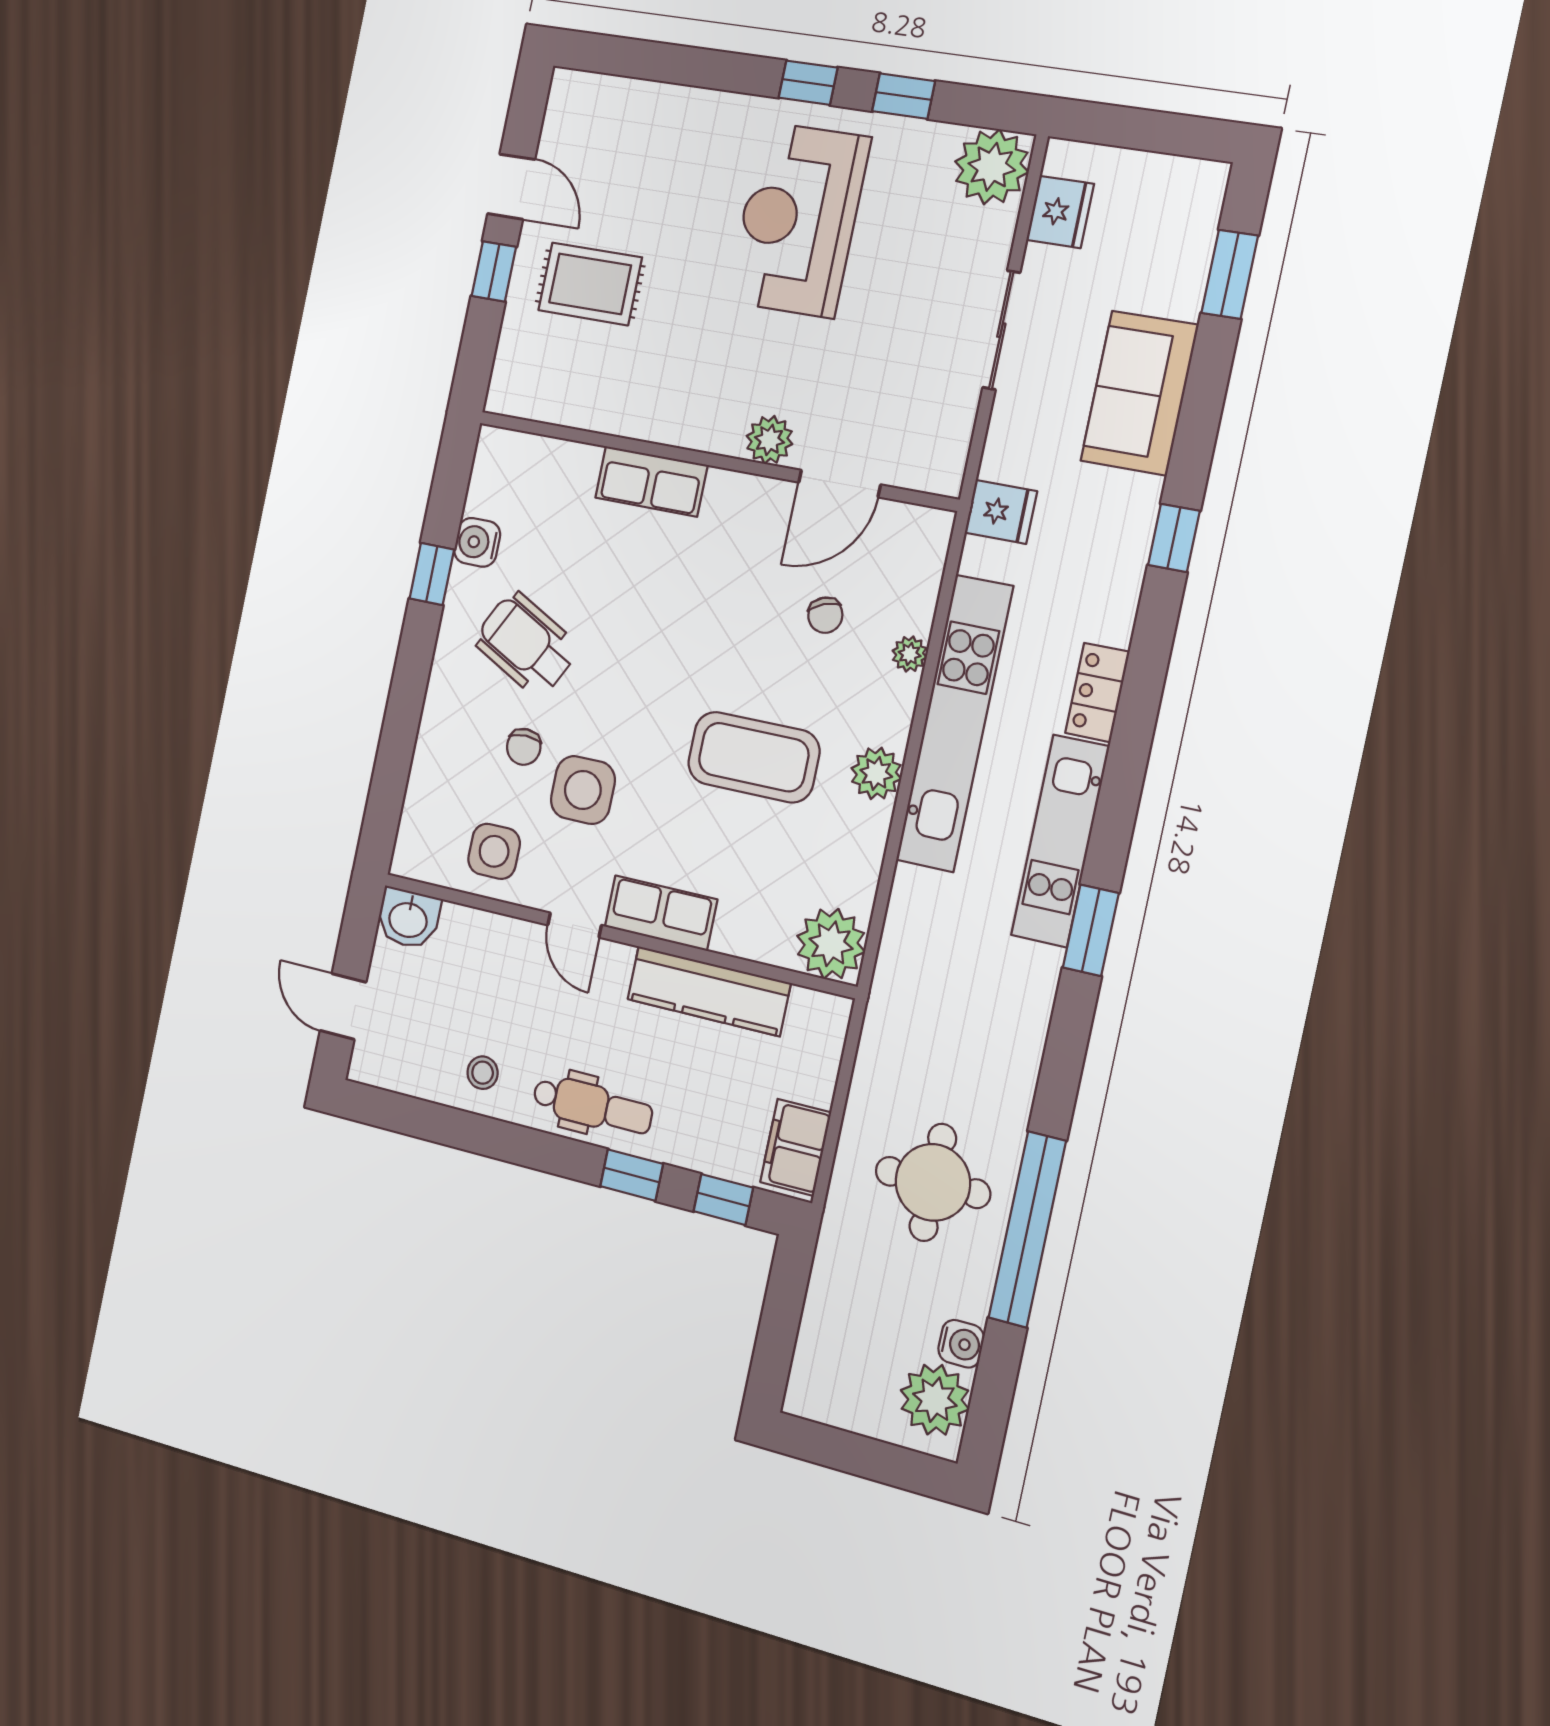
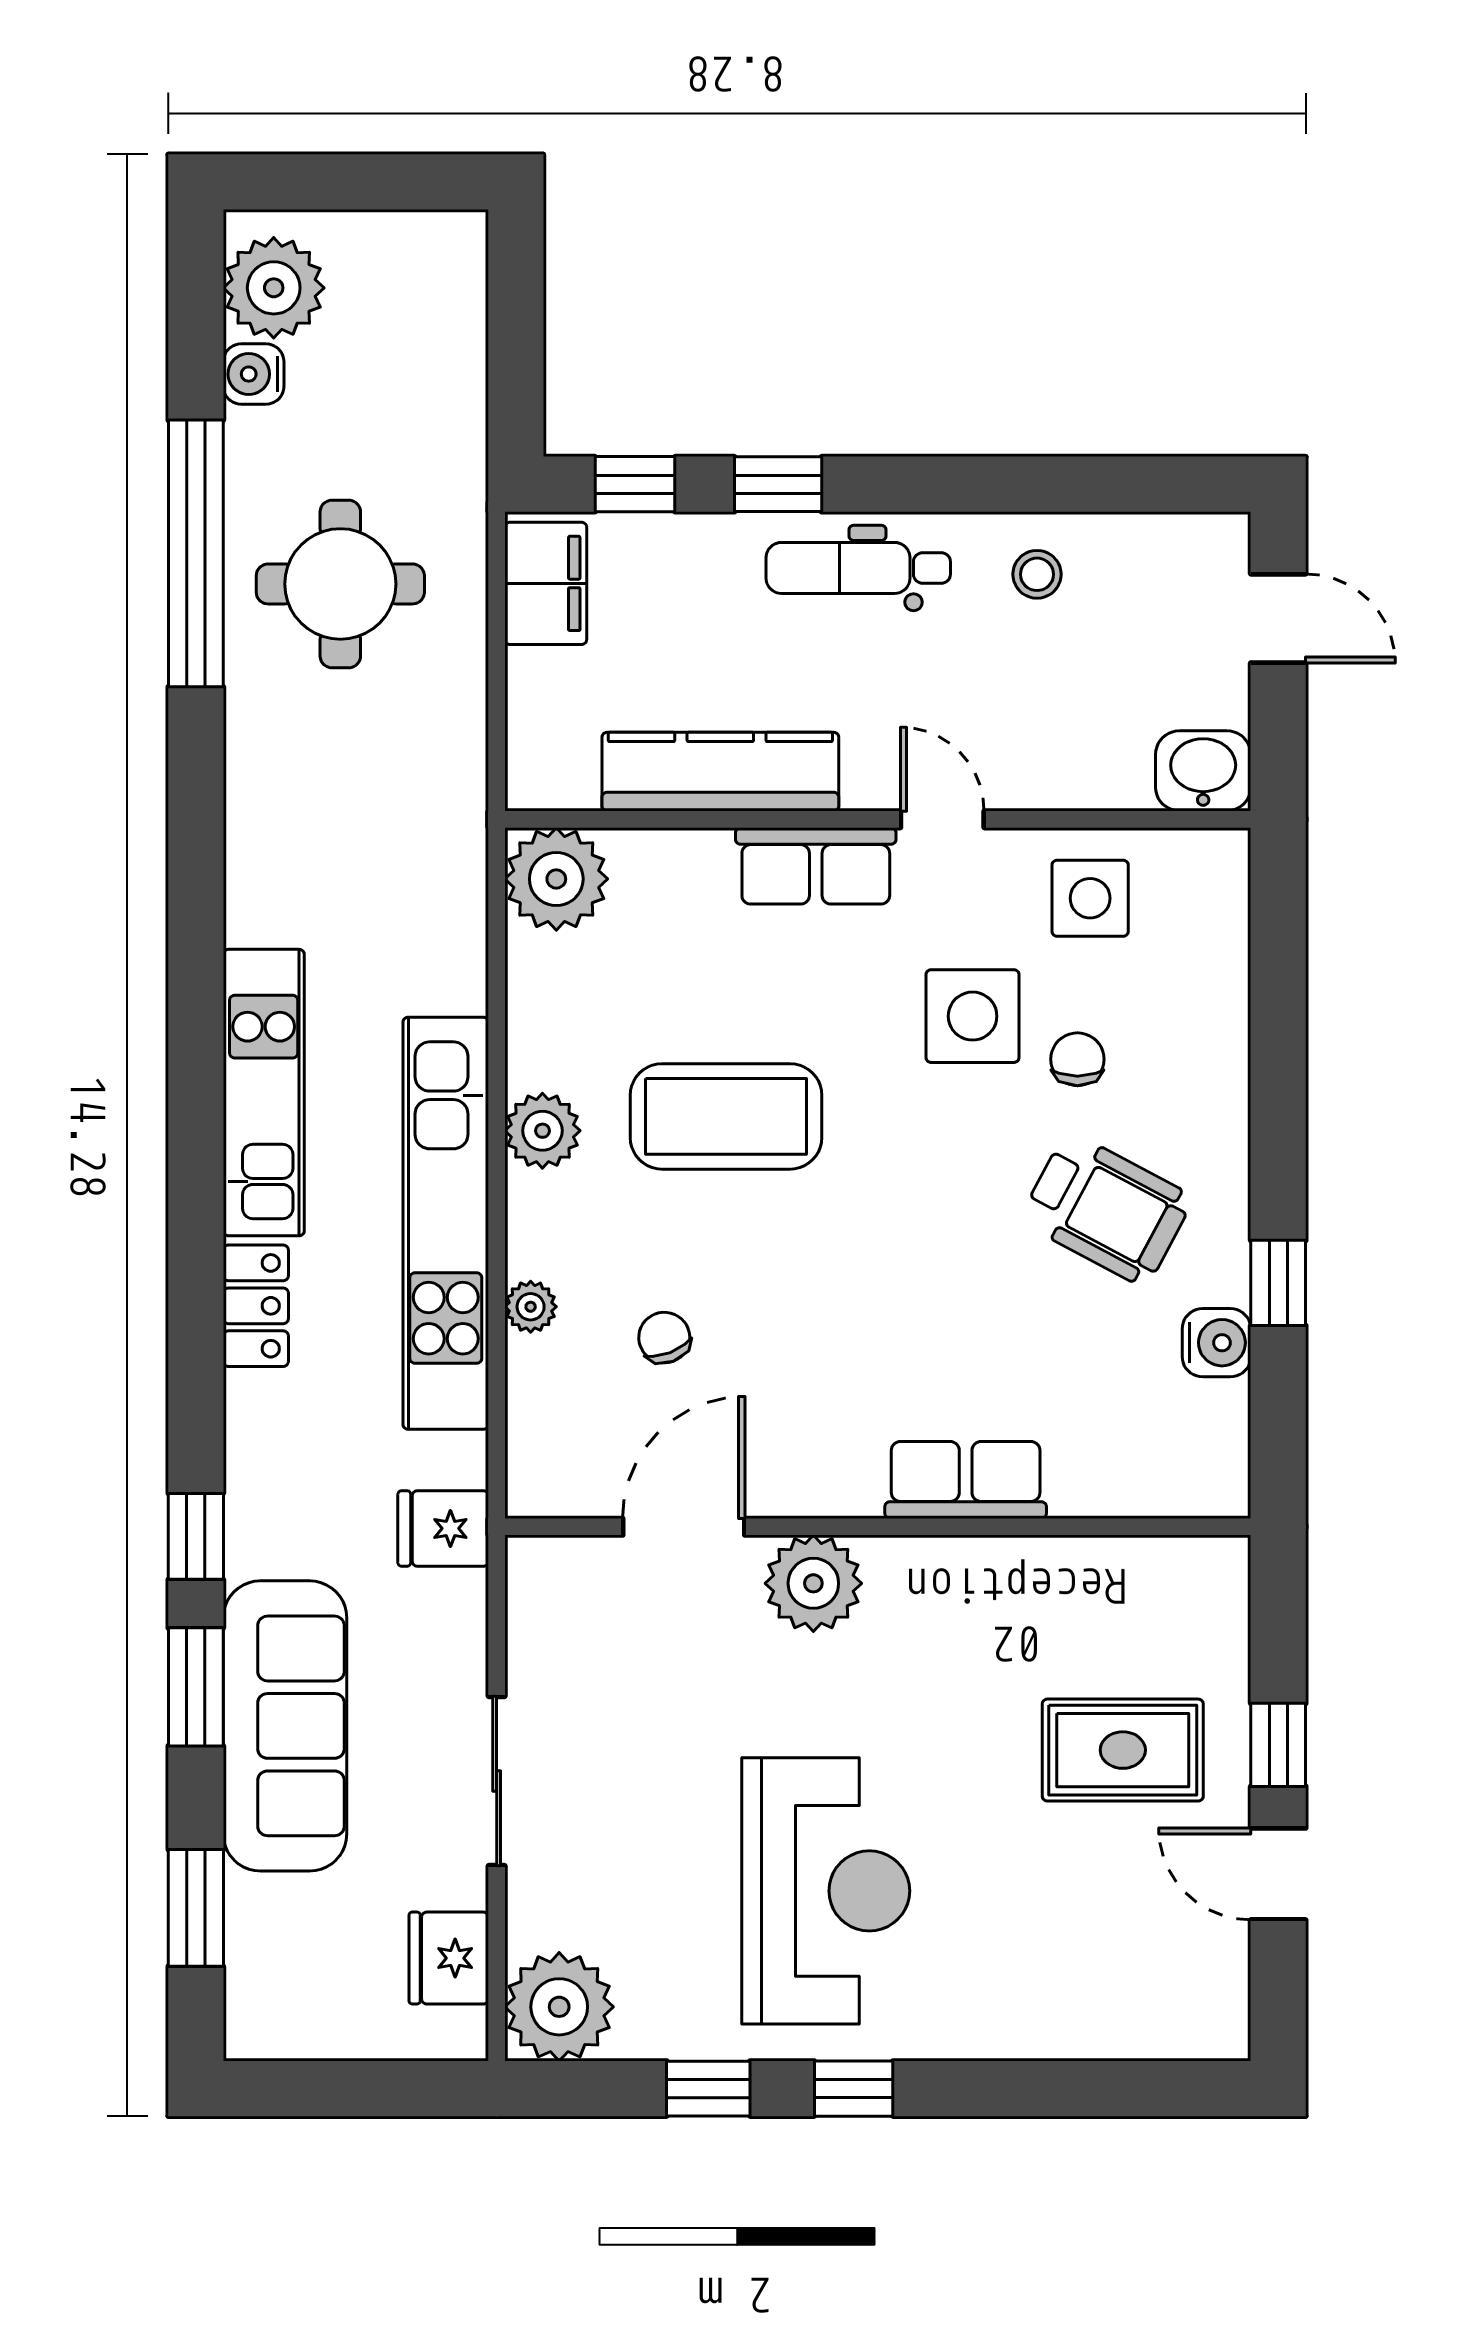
sofa: (1139, 393) -> (285, 1726), width x1.36
plant: (769, 440) -> (813, 1583), width x1.36, depth x1.36
window: (1091, 930) -> (196, 1687), moved

